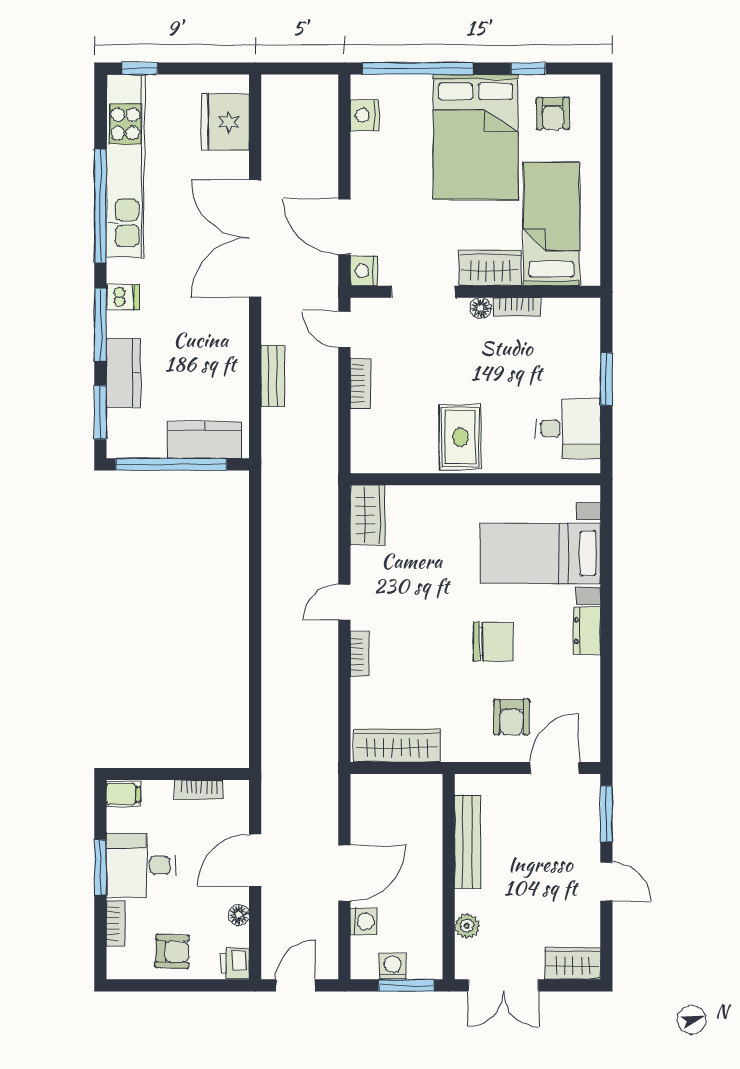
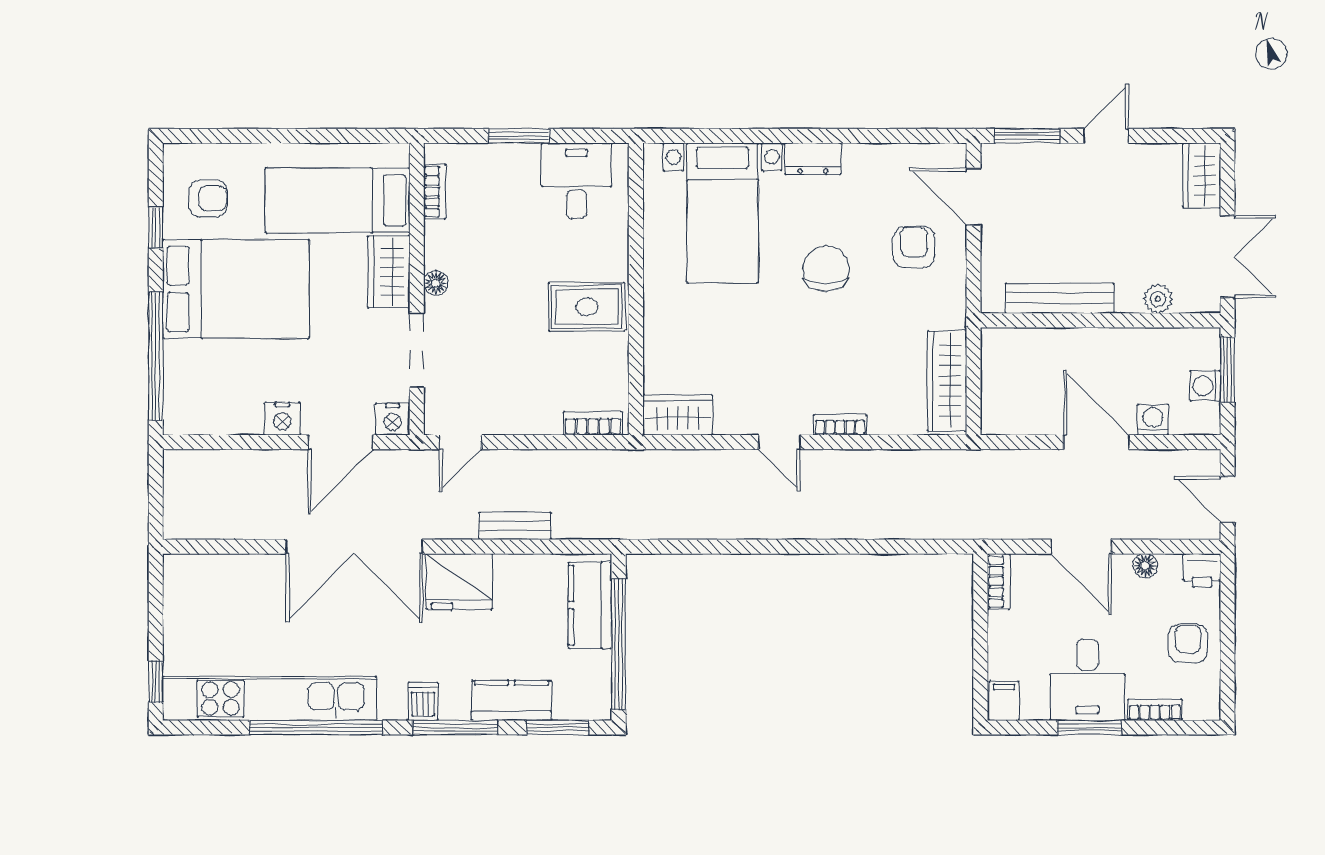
nightstand: (365, 115) -> (282, 419), moved
fridge: (225, 122) -> (459, 582), moved
bookcase: (517, 307) -> (435, 192), moved
bookcase: (360, 383) -> (593, 423), moved
armchair: (511, 717) -> (914, 247), turned -90
bookcase: (199, 790) -> (999, 582), moved

